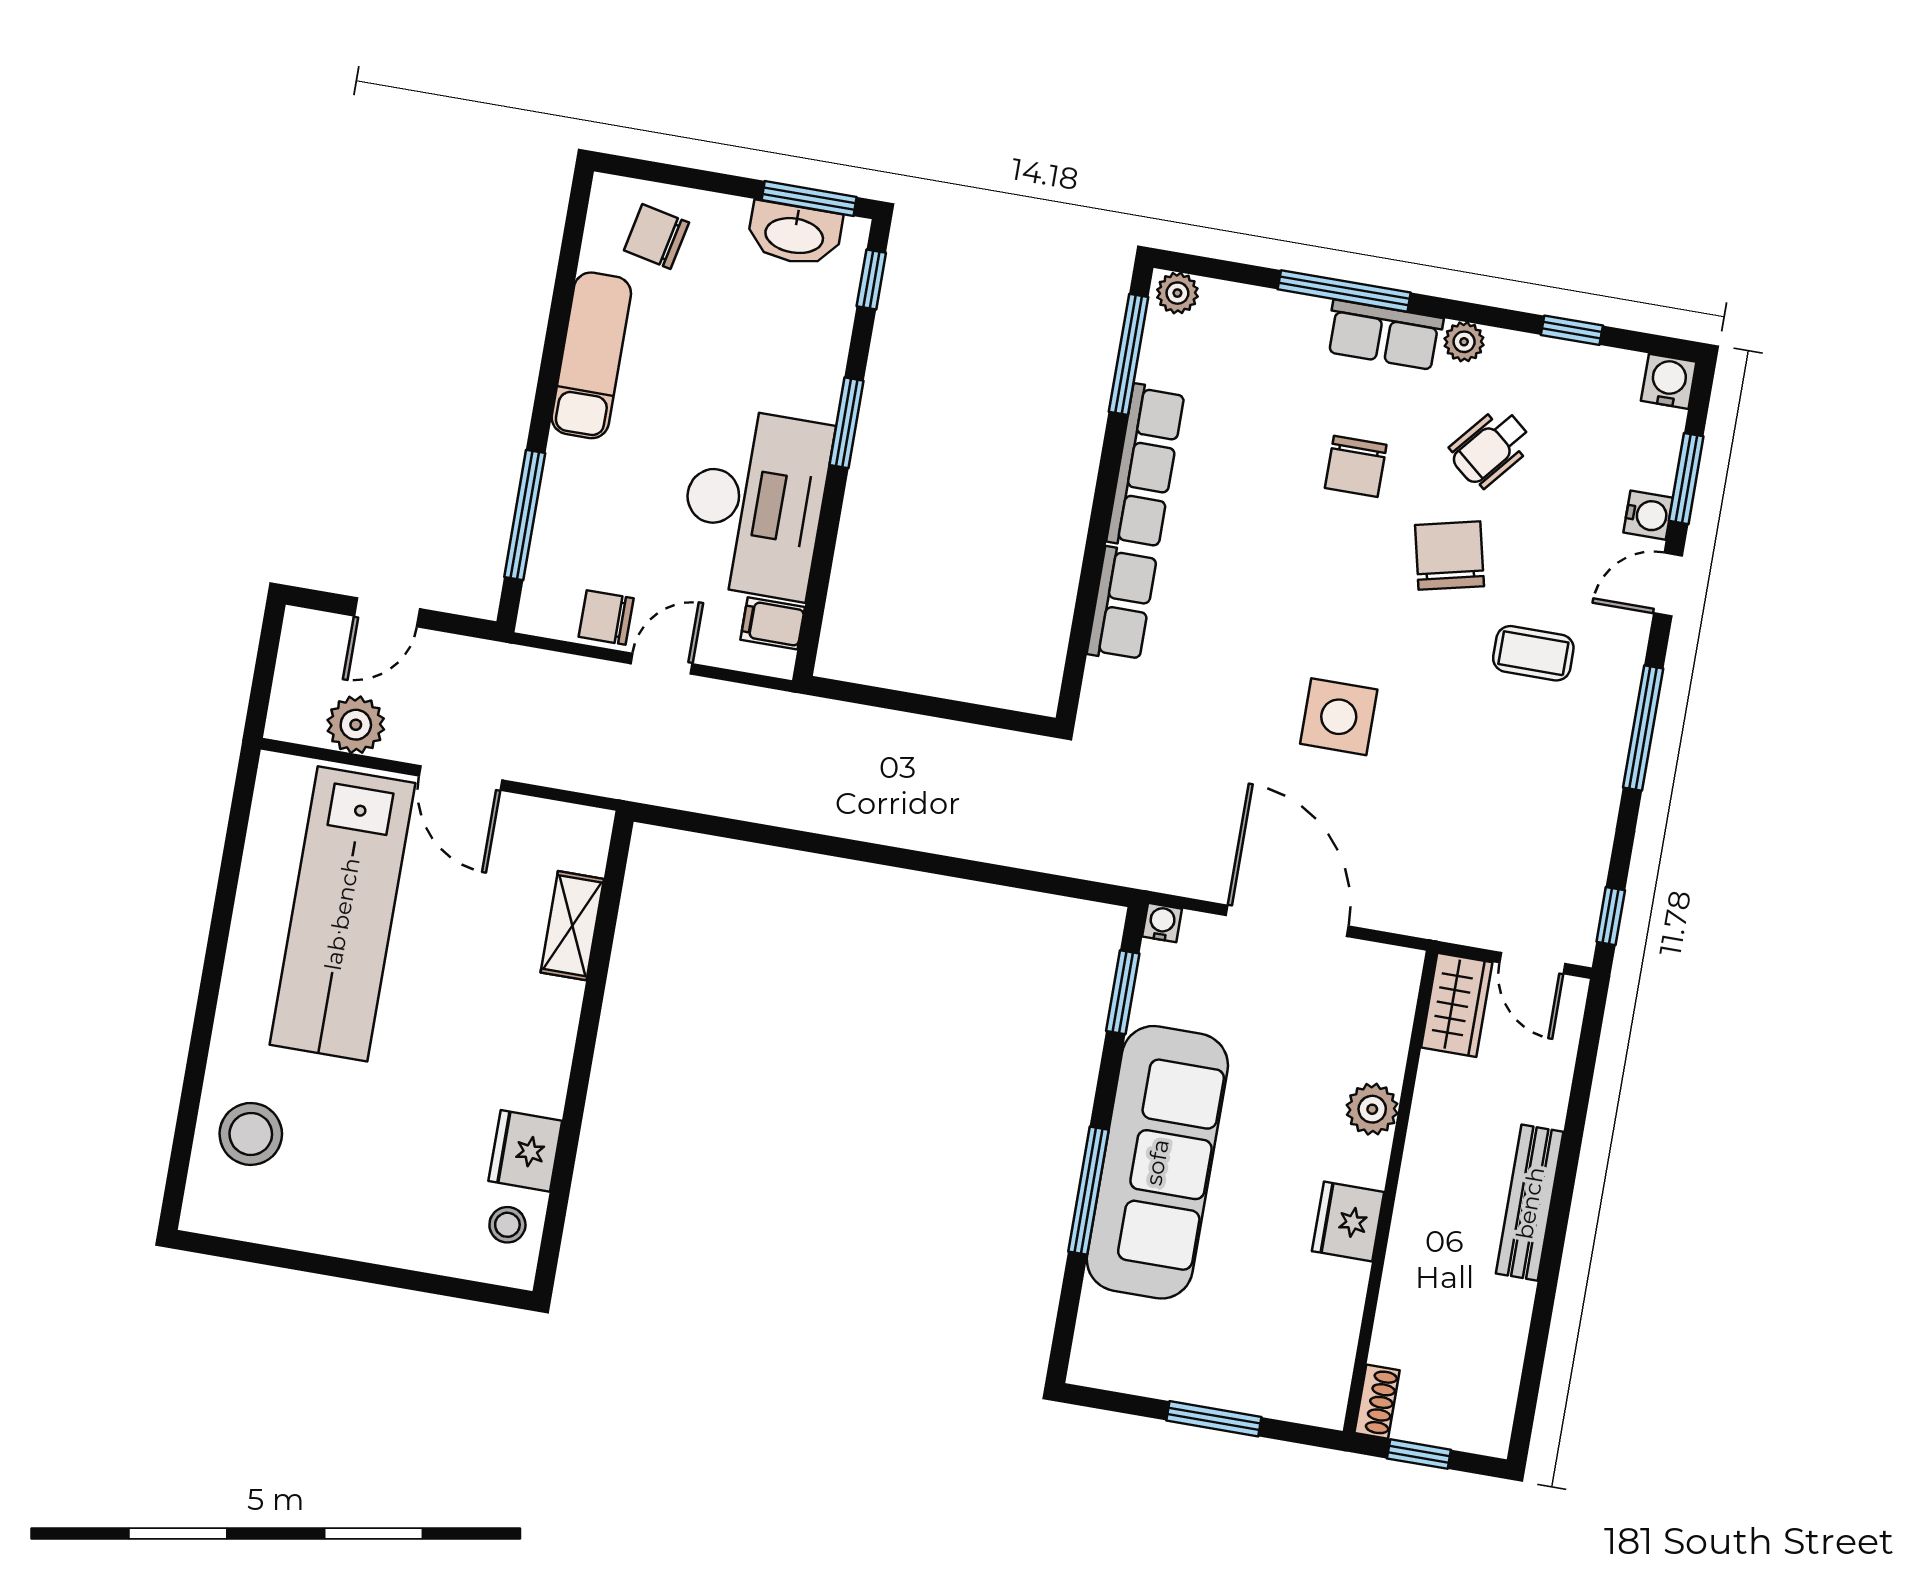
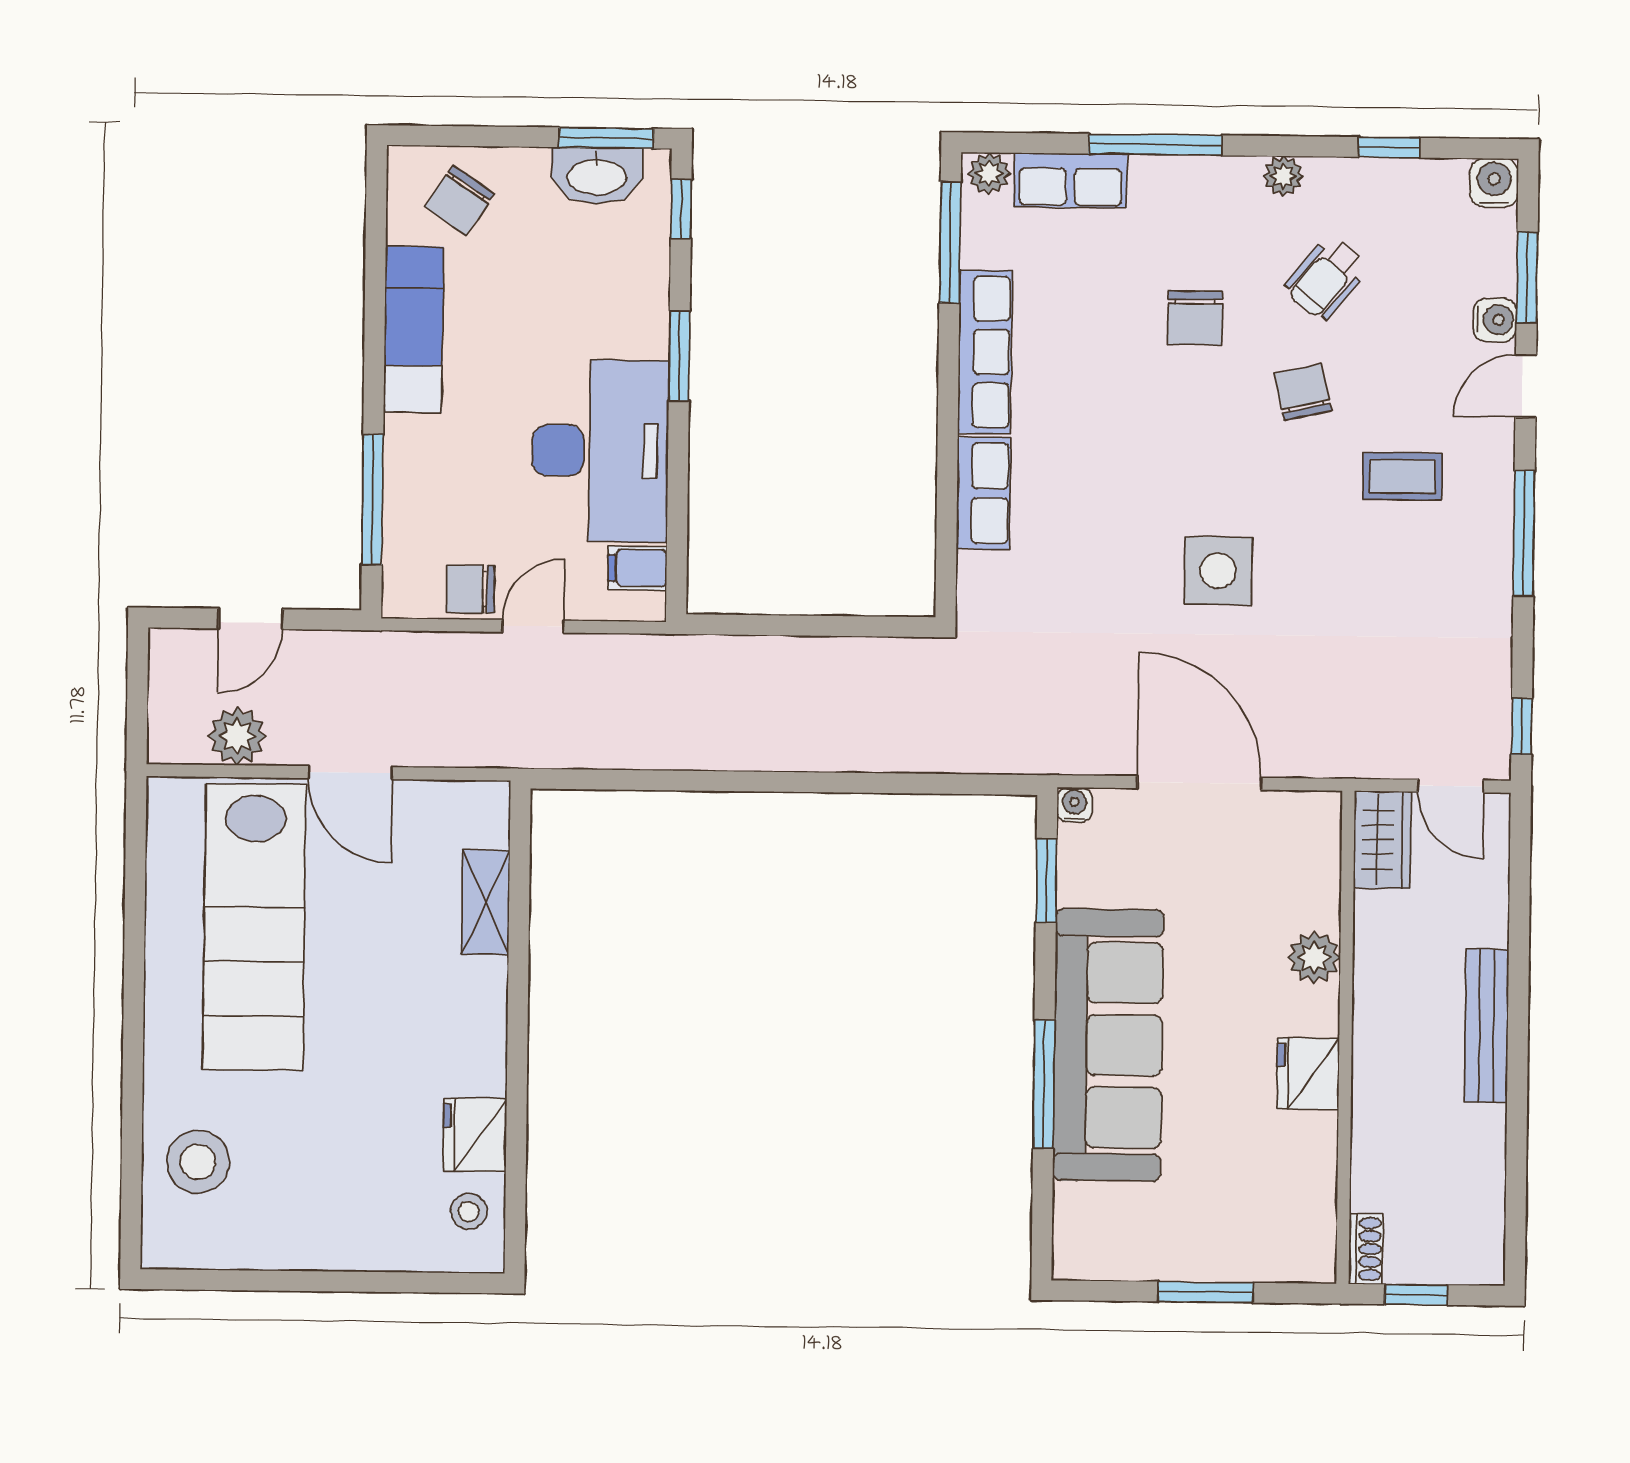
chair: (656, 236) -> (460, 200), turned -68
row of seats: (1384, 335) -> (1070, 180), moved
chair: (1449, 556) -> (1303, 392), width x0.73, depth x0.73

